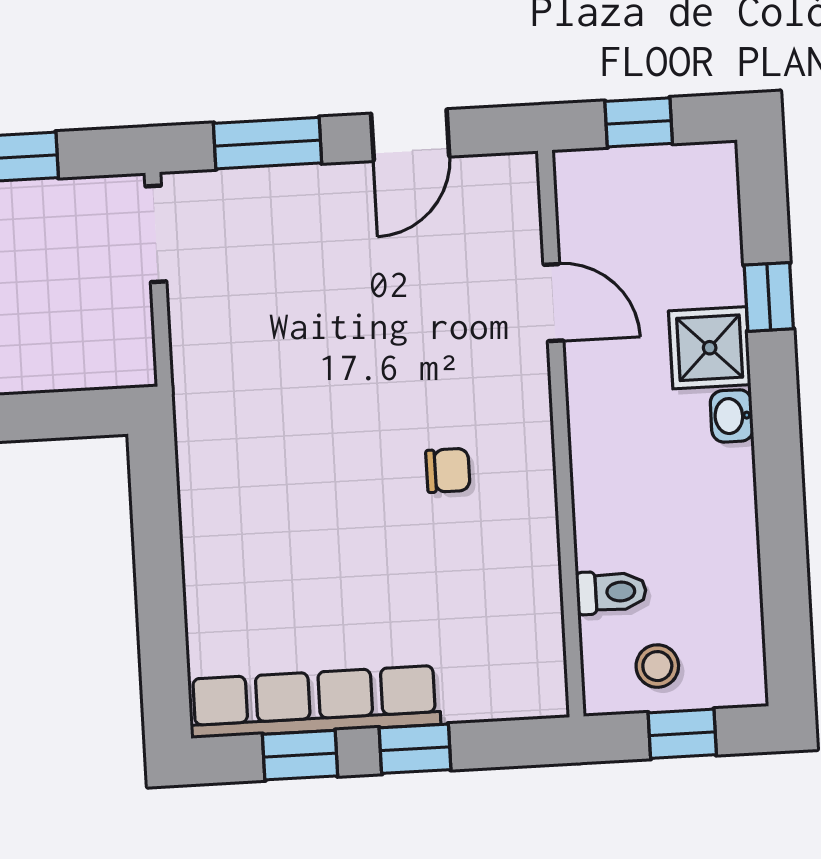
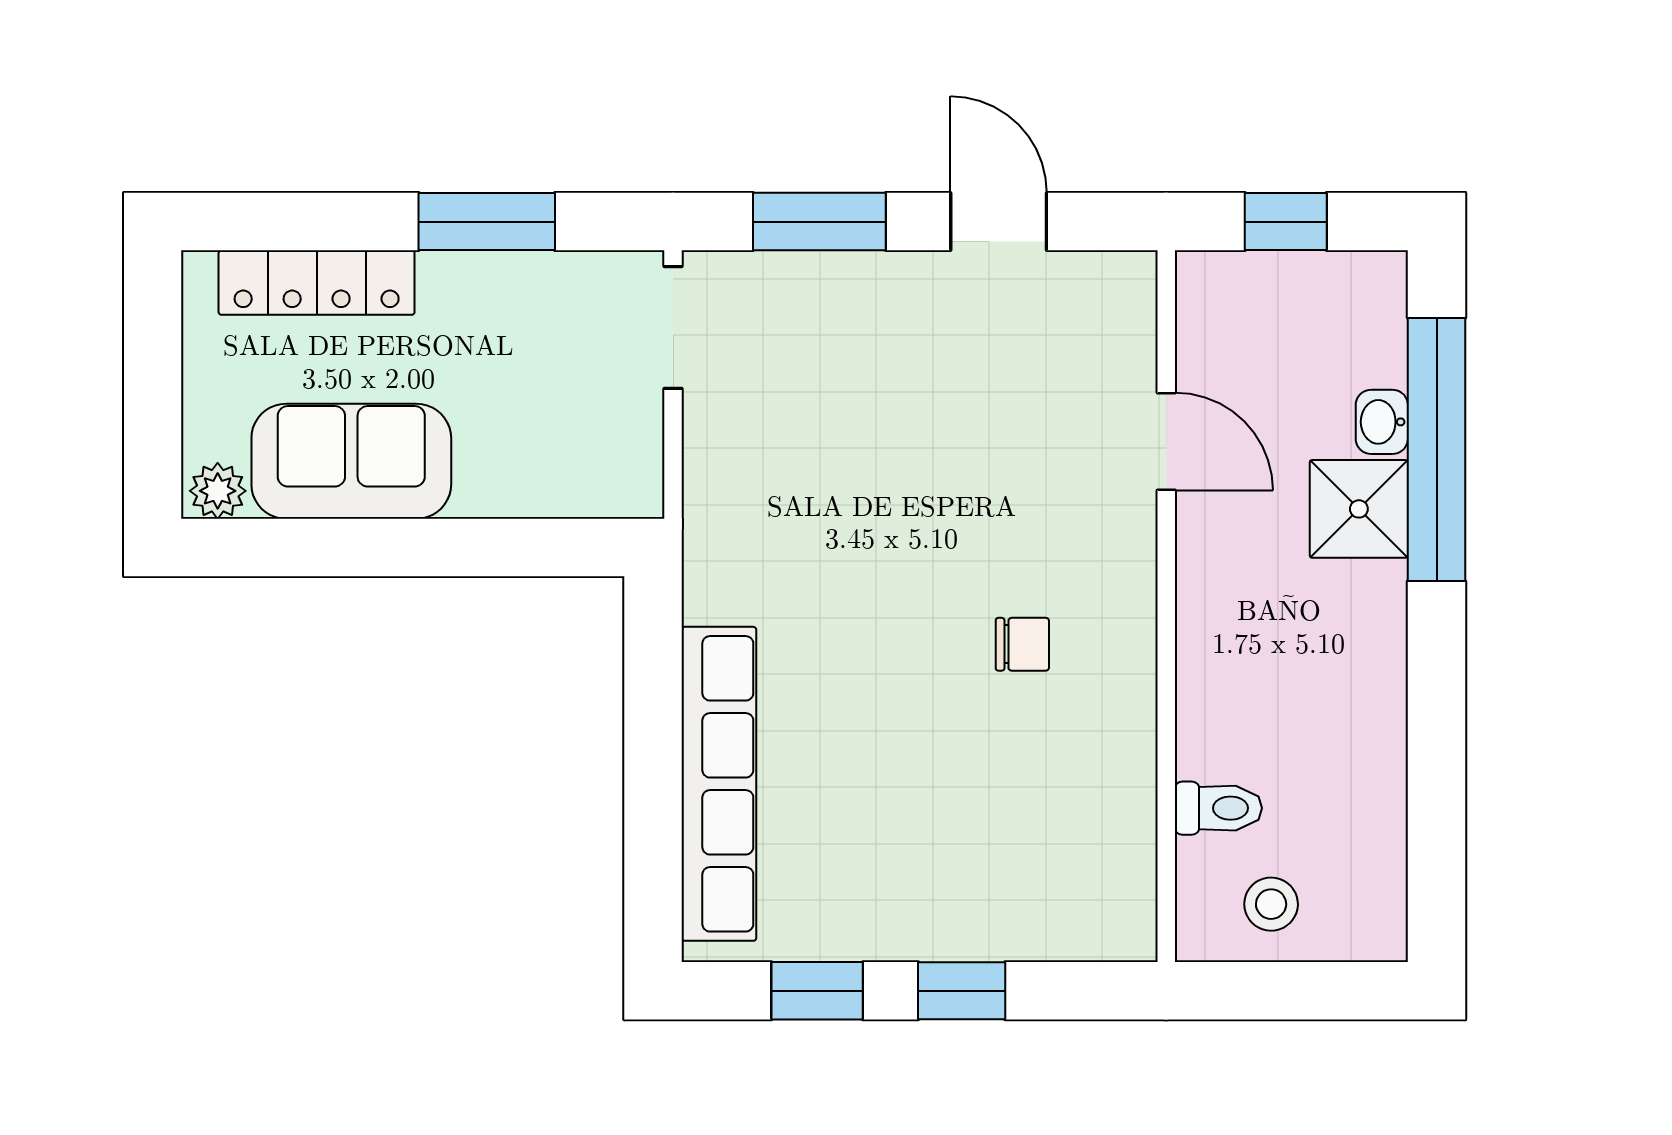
door: (410, 135) -> (999, 222), swing flipped
window: (769, 297) -> (1437, 449), width x3.17
washbasin: (732, 416) -> (1382, 422), moved
row of seats: (314, 702) -> (719, 784), moved, turned 90
window: (682, 734) -> (1298, 991), removed

